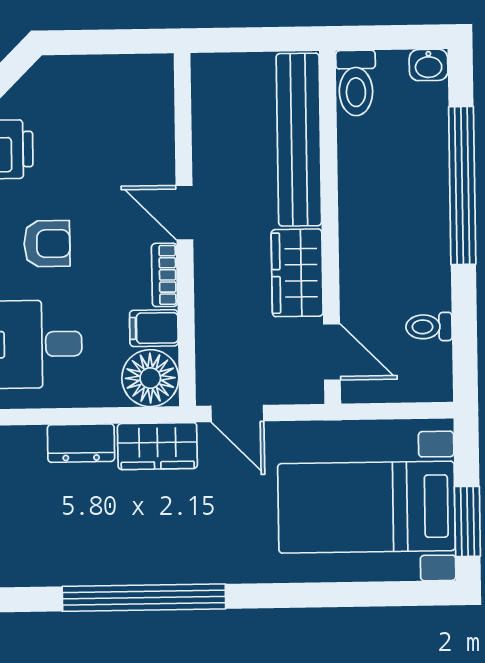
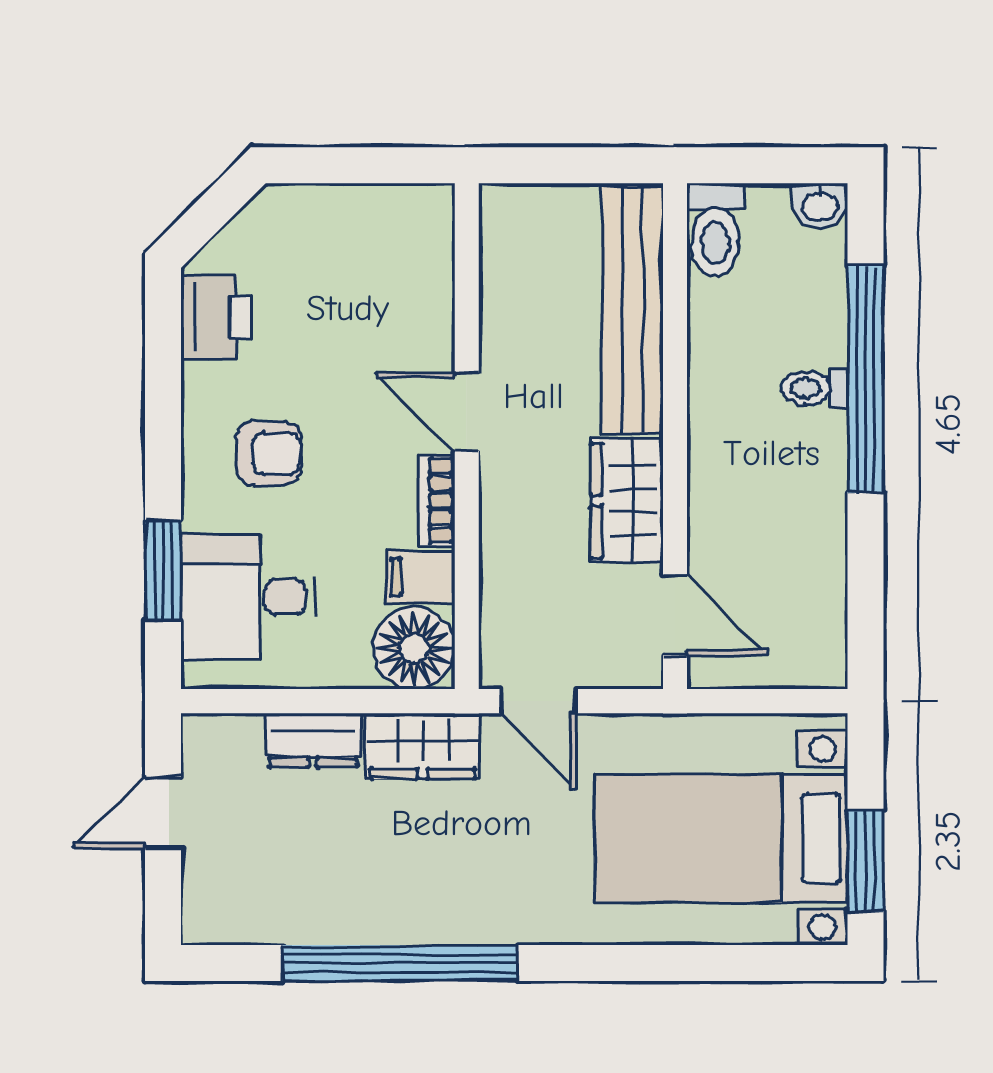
toilet: (429, 327) -> (815, 388), moved

